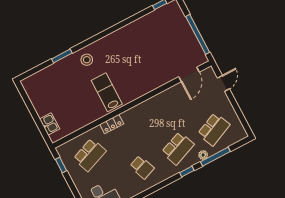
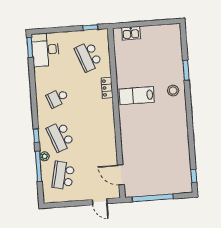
lab bench: (107, 92) -> (137, 96), turned 180
school desk: (214, 129) -> (63, 175), turned 36

